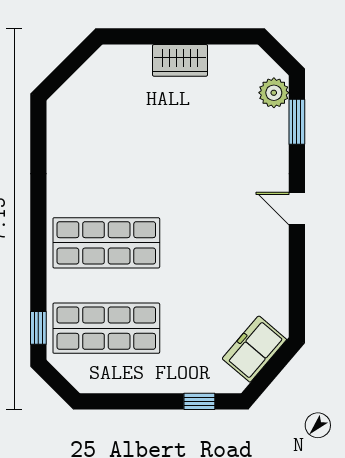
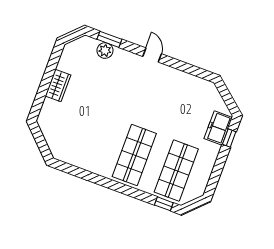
plant: (274, 93) -> (105, 51), moved
door: (297, 208) -> (152, 55), swing flipped
freezer: (254, 349) -> (218, 128), moved, turned 50

